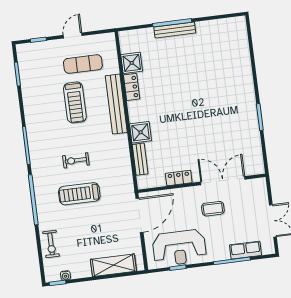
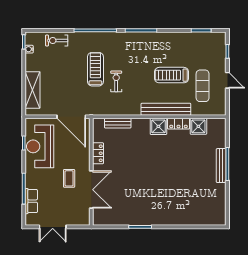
shower: (141, 132) -> (158, 126), moved
exercise bike: (76, 160) -> (116, 81), moved

